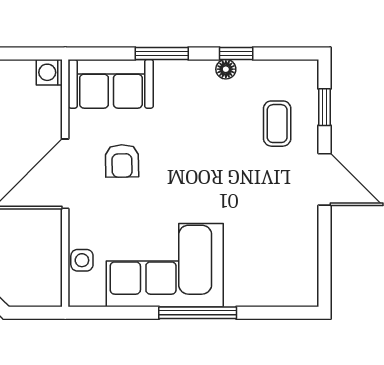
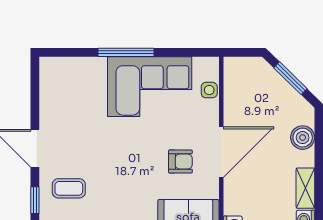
coffee table: (277, 124) -> (69, 188), turned 90
armchair: (122, 161) -> (180, 161), turned 91

